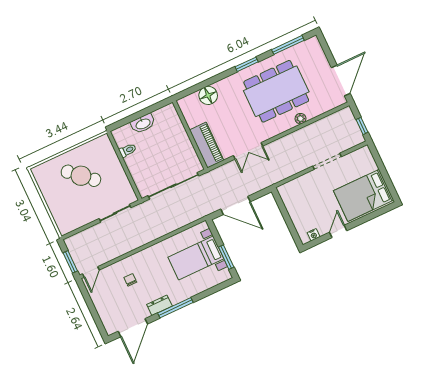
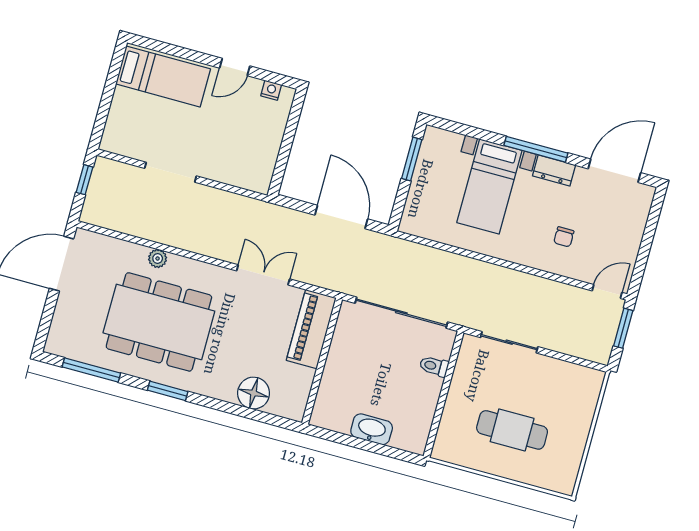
toilet: (128, 150) -> (434, 366), moved
cafe table: (81, 176) -> (512, 430), turned -42
bed: (364, 195) -> (163, 76), width x0.67
bed with nightstands: (196, 258) -> (489, 186), moved, turned 90

